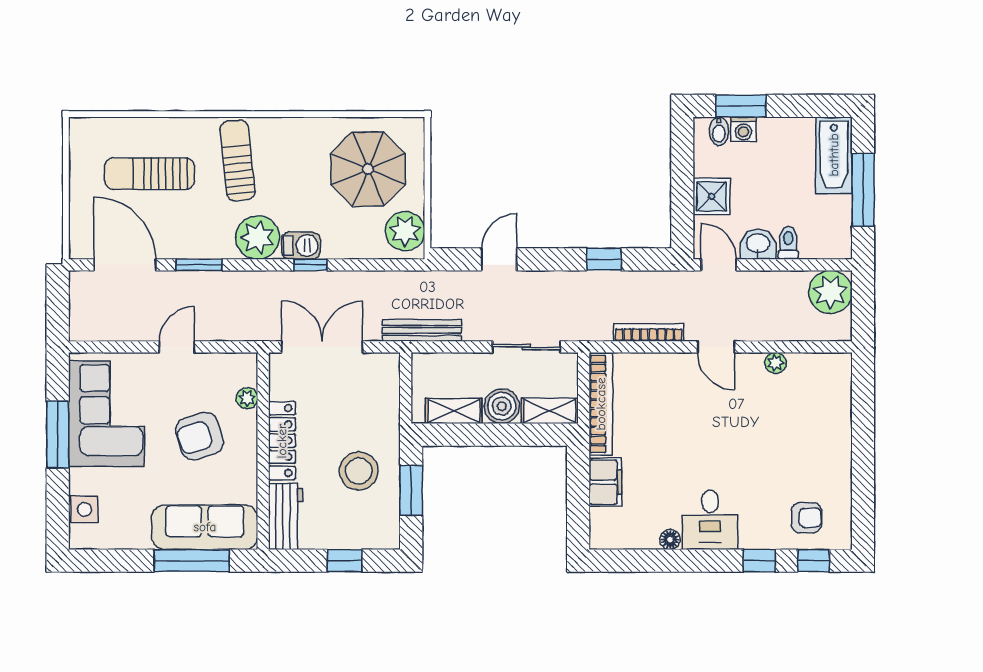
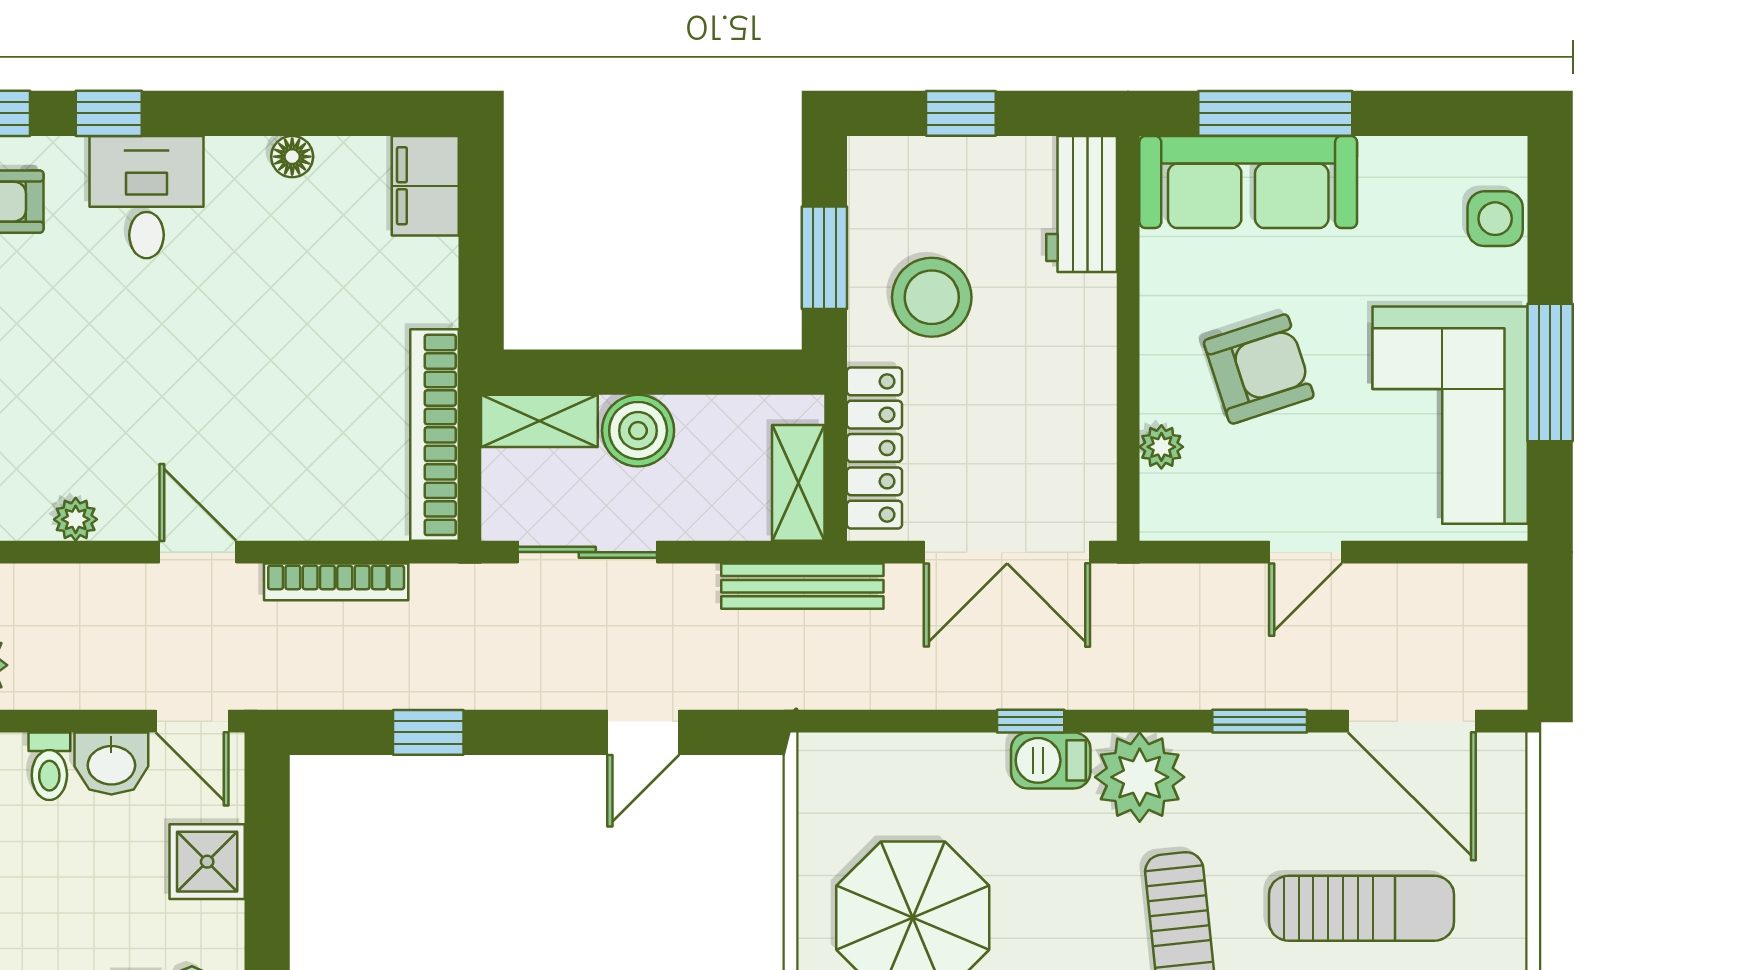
plant: (405, 231) -> (837, 790), removed
shelving: (454, 411) -> (798, 483), moved, turned 90
locker: (282, 441) -> (874, 448), moved, turned 180
filing cabinet: (605, 482) -> (425, 186), moved
desk: (710, 520) -> (147, 197), moved

